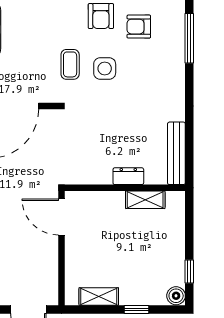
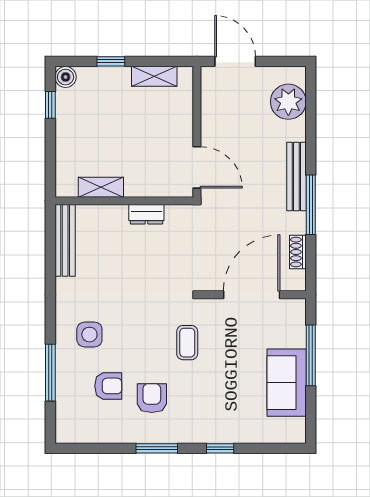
side table: (105, 68) -> (89, 335), moved
dresser: (128, 176) -> (146, 214), moved

